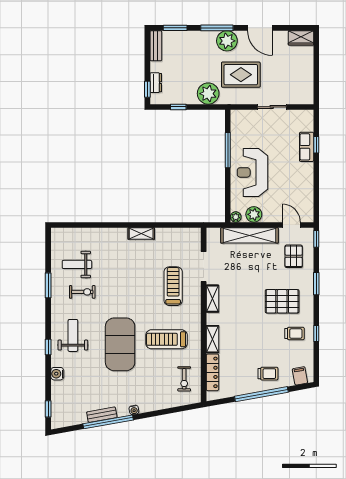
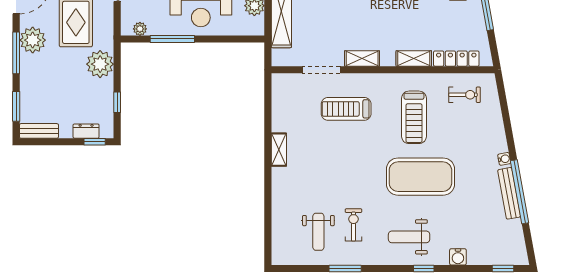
plant: (236, 217) -> (140, 29), moved
bench: (102, 415) -> (509, 193), width x1.36

